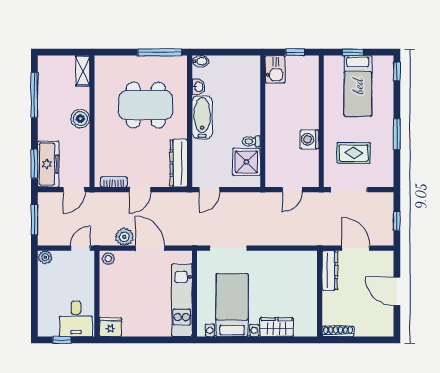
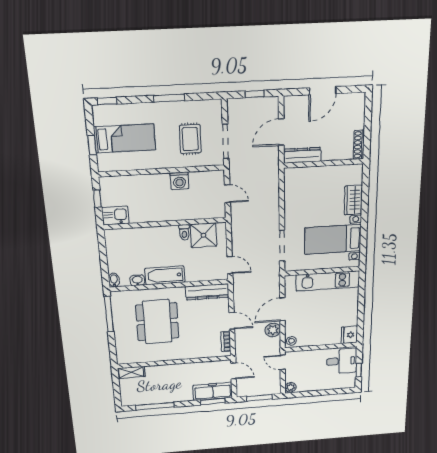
boiler: (80, 119) -> (173, 371), removed

